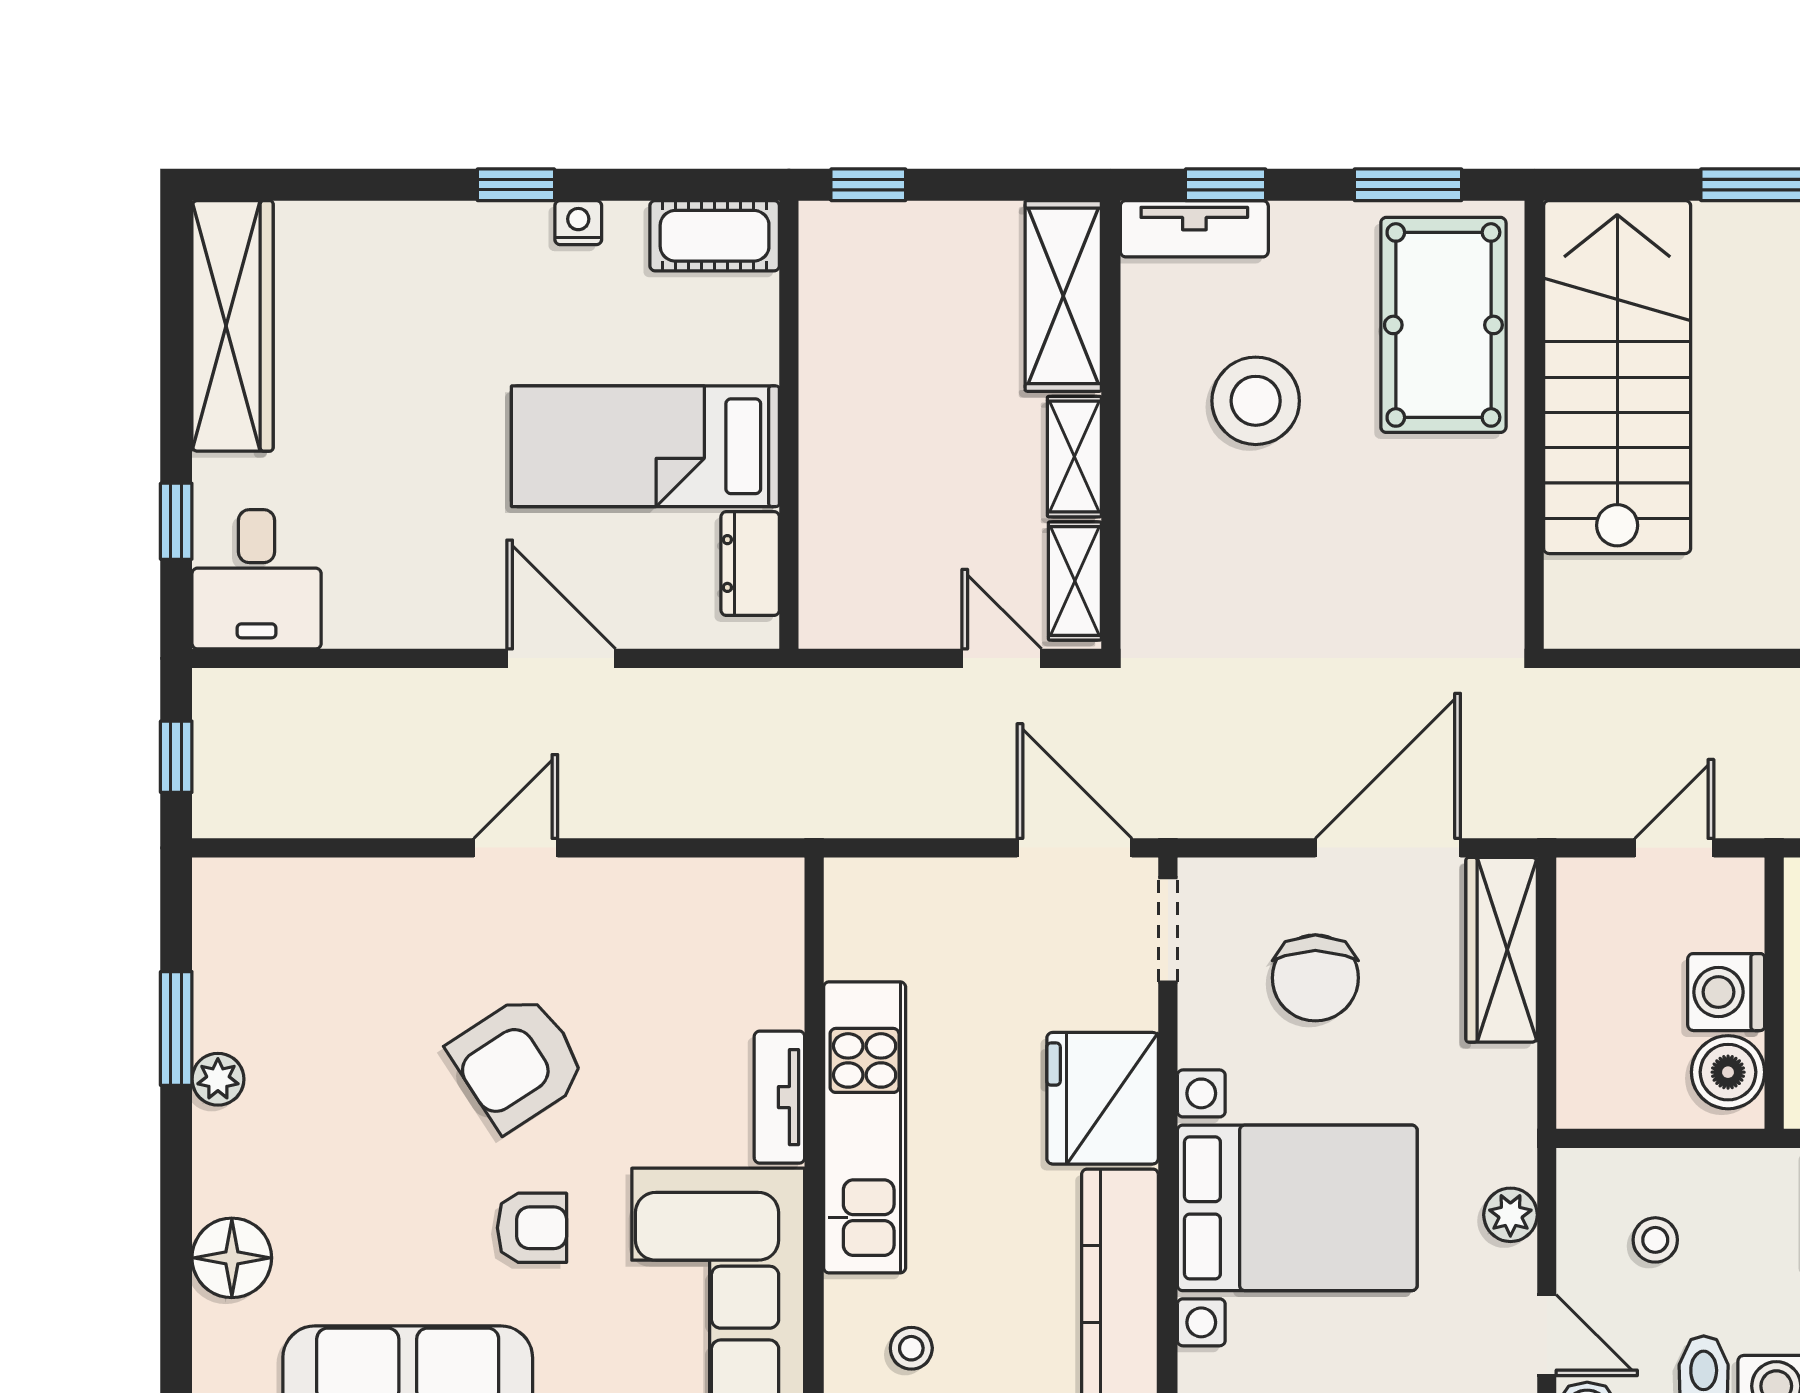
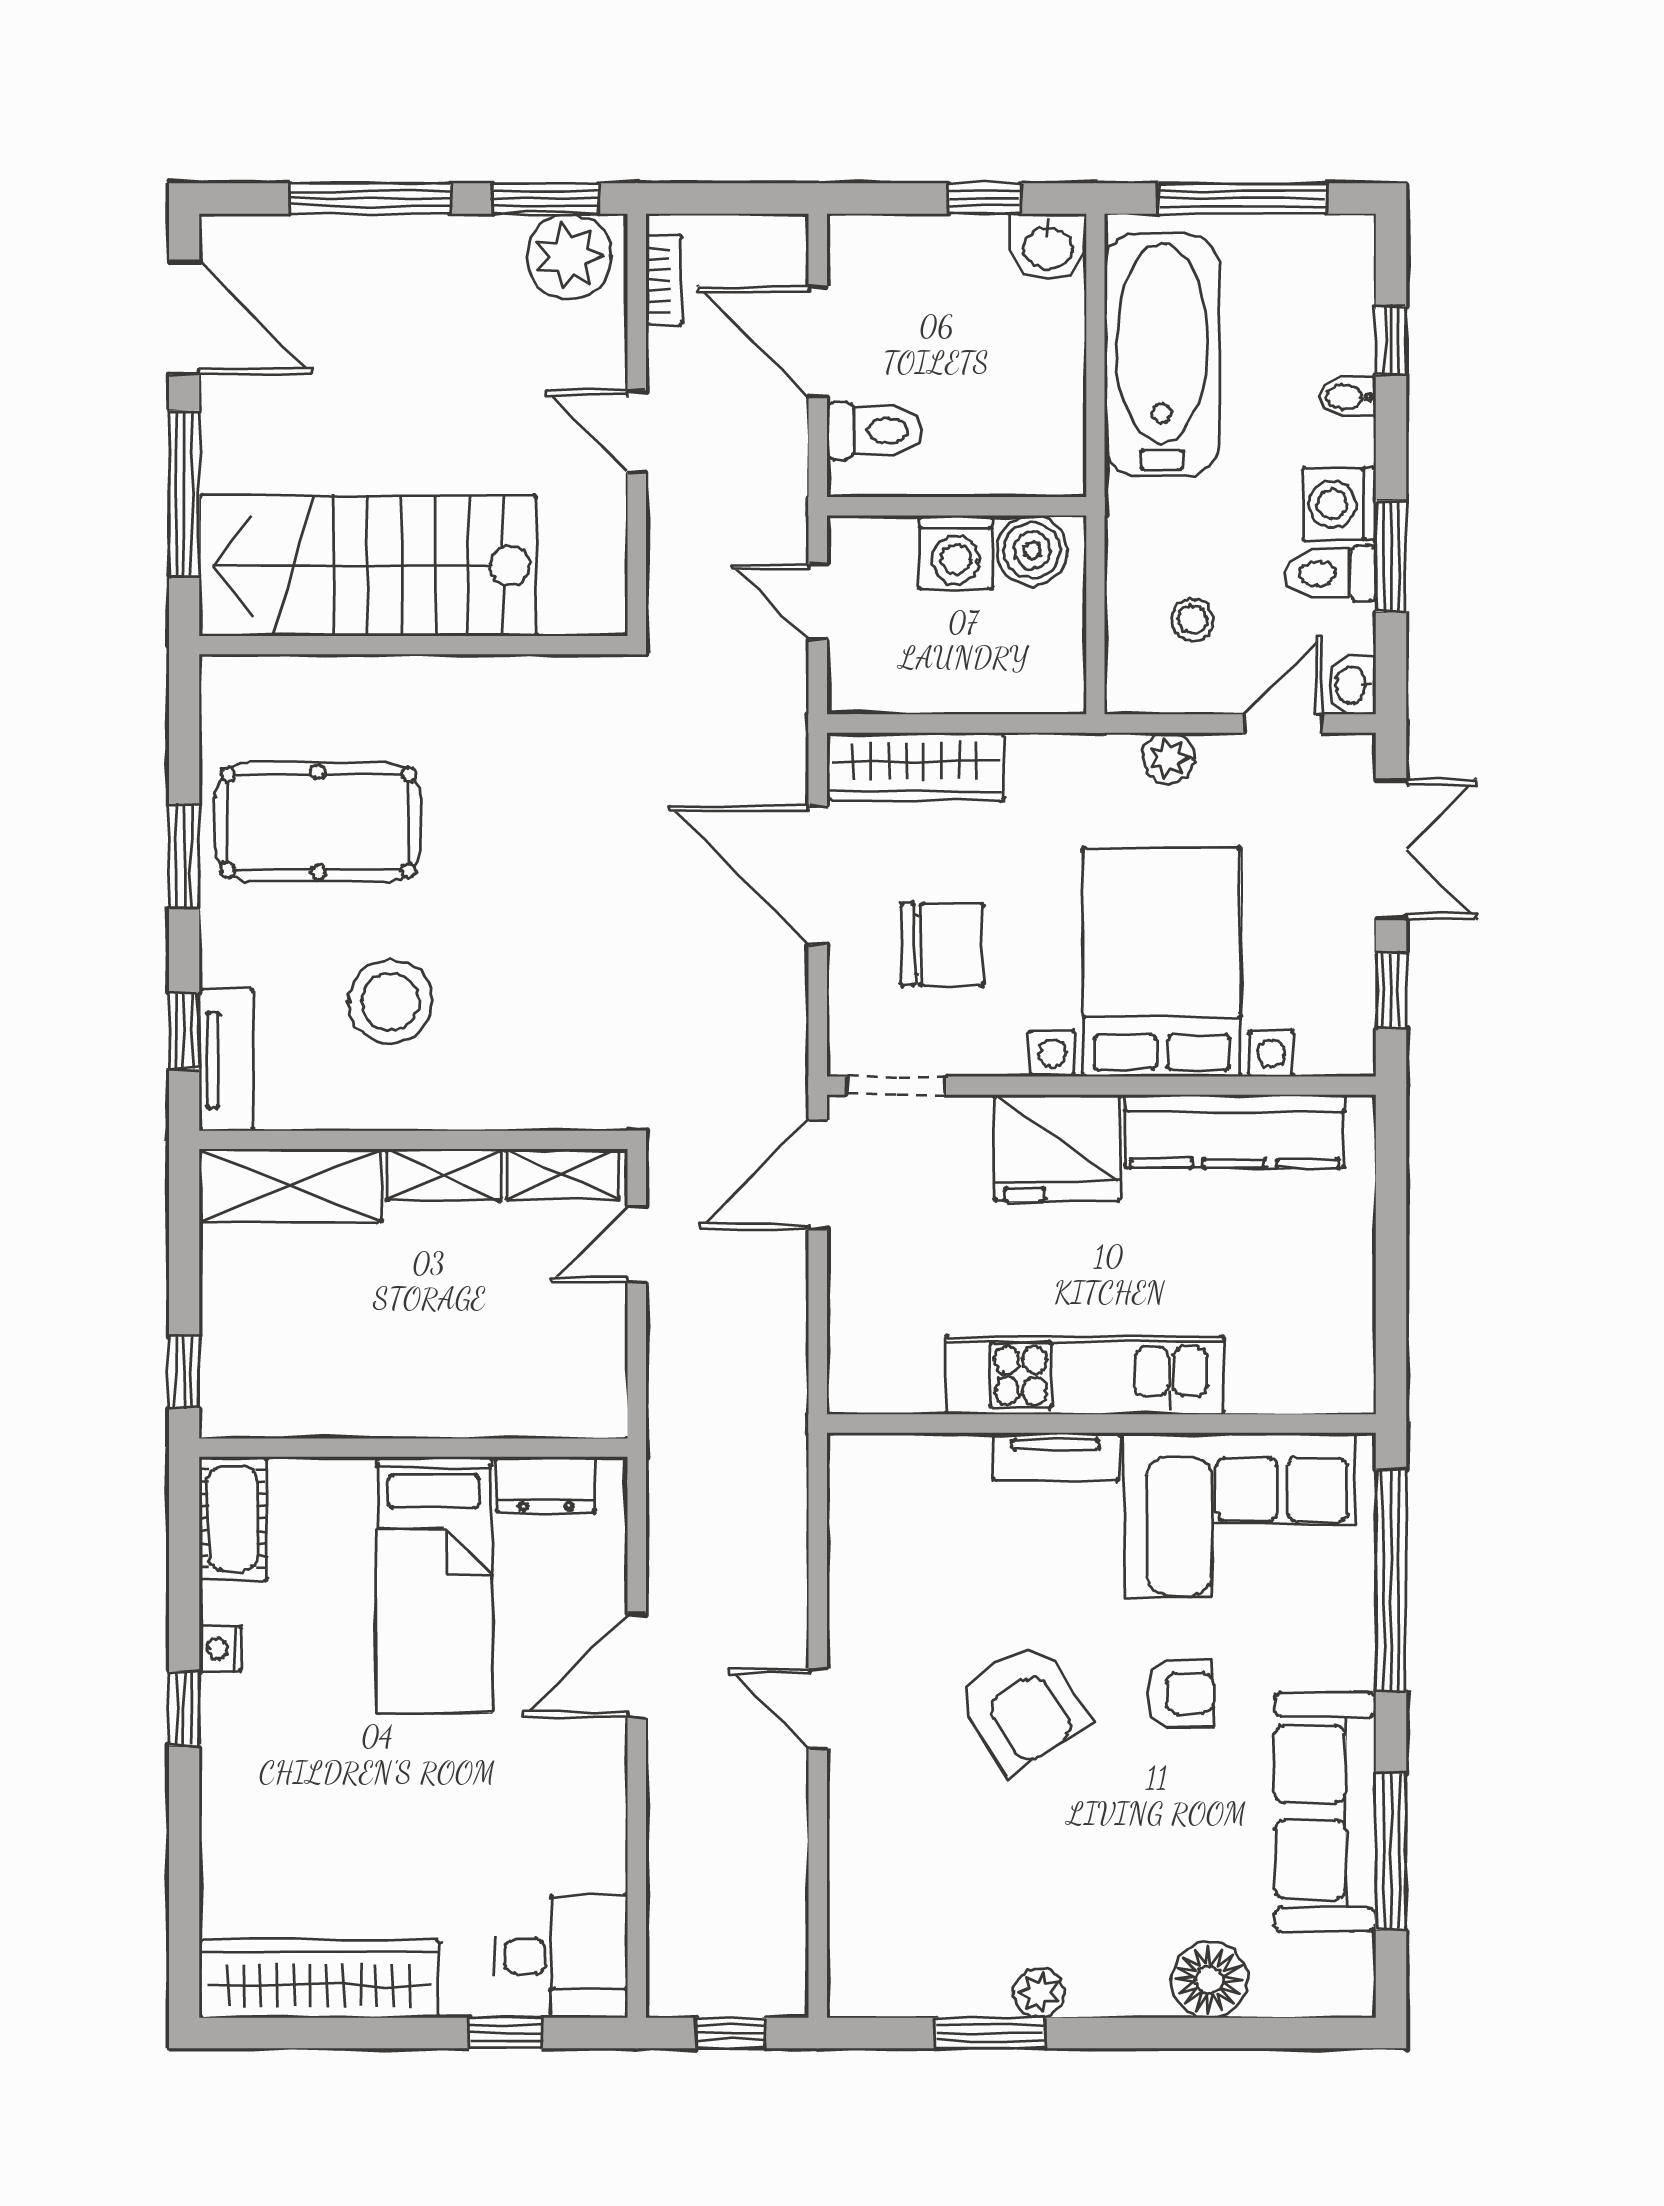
stairs: (1617, 377) -> (368, 566), moved
wall: (1534, 425) -> (413, 645), moved
armchair: (532, 1228) -> (1181, 1693), turned 90
stool: (911, 1348) -> (1296, 1331), removed

